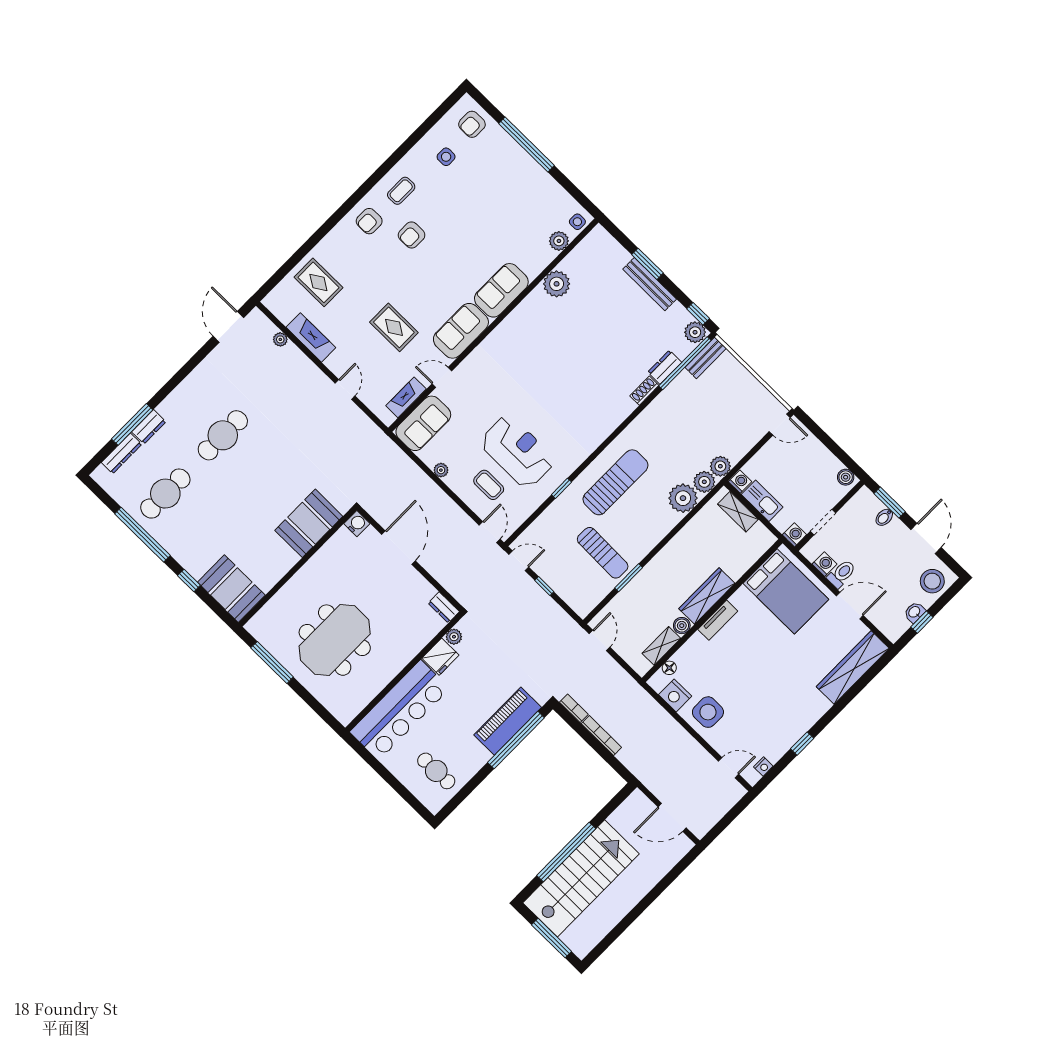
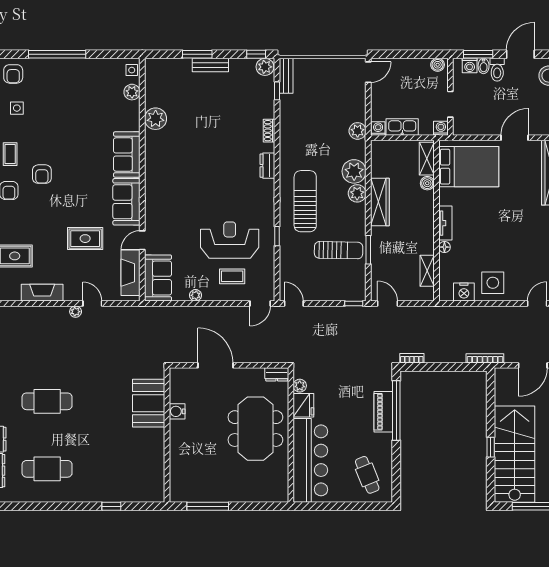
bench: (650, 284) -> (210, 65), width x0.73
plant: (280, 339) -> (76, 312), moved
window: (685, 363) -> (277, 91), width x0.32
dresser: (665, 367) -> (267, 166), moved
fireplace: (406, 397) -> (131, 273), width x1.37, depth x1.32
cafe table: (223, 435) -> (47, 401), turned 90
plant: (704, 482) -> (357, 193), moved
cafe table: (165, 494) -> (47, 469), turned 90
shelving: (738, 512) -> (427, 159), moved, turned 90
water cooler: (357, 524) -> (177, 411), moved, turned -90
door: (490, 532) -> (260, 303), swing flipped
window: (142, 535) -> (57, 506), removed
door: (926, 538) -> (520, 54), hinge flipped
door: (519, 561) -> (294, 303), hinge flipped
washing machine: (824, 564) -> (470, 65), moved, turned 180
toilet: (842, 574) -> (497, 70), moved, turned 180
window: (544, 586) -> (354, 303), moved
booth: (231, 589) -> (141, 487), removed
wardrobe: (707, 596) -> (380, 202), moved, turned 180
boiler: (682, 626) -> (427, 183), moved
meeting table: (335, 640) -> (255, 429), moved
floor lamp: (669, 668) -> (444, 247), moved
piano: (508, 721) -> (383, 412), width x0.73, depth x0.75
bookcase: (601, 736) -> (485, 358), moved
cafe table: (436, 771) -> (367, 475), turned 69
window: (566, 852) -> (491, 447), width x0.32

